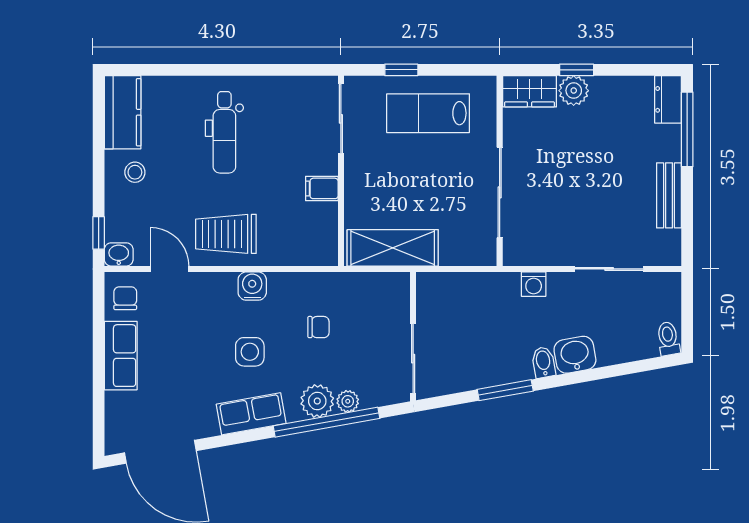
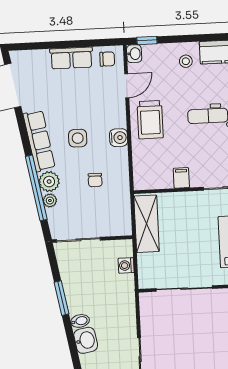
trolley: (226, 234) -> (150, 120), turned 180
washing machine: (534, 284) -> (126, 265), moved
row of seats: (251, 414) -> (39, 141), width x1.48

